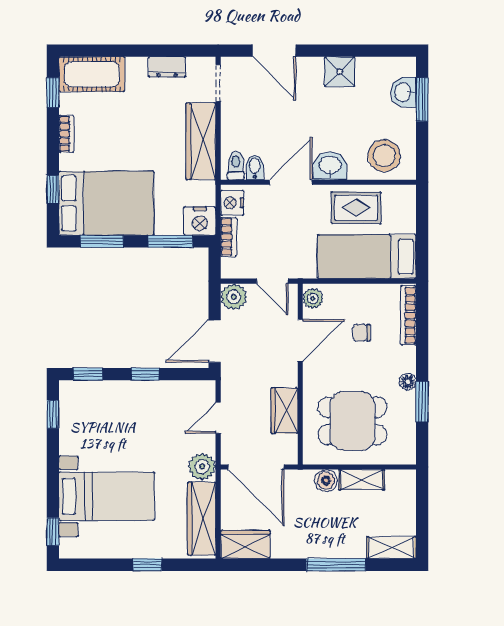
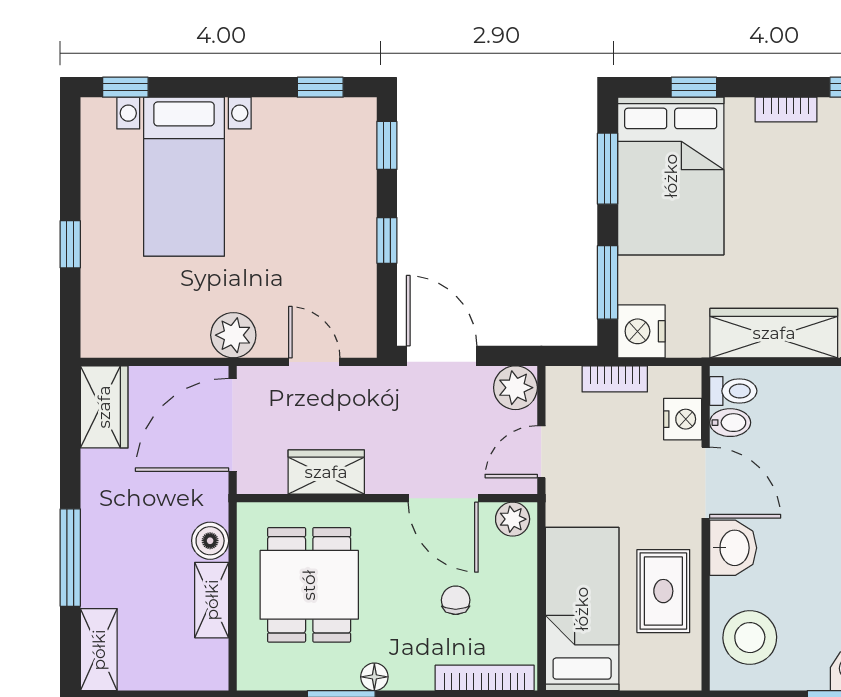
nightstand: (232, 203) -> (683, 419), moved, turned 90
wardrobe: (202, 519) -> (147, 334), removed

